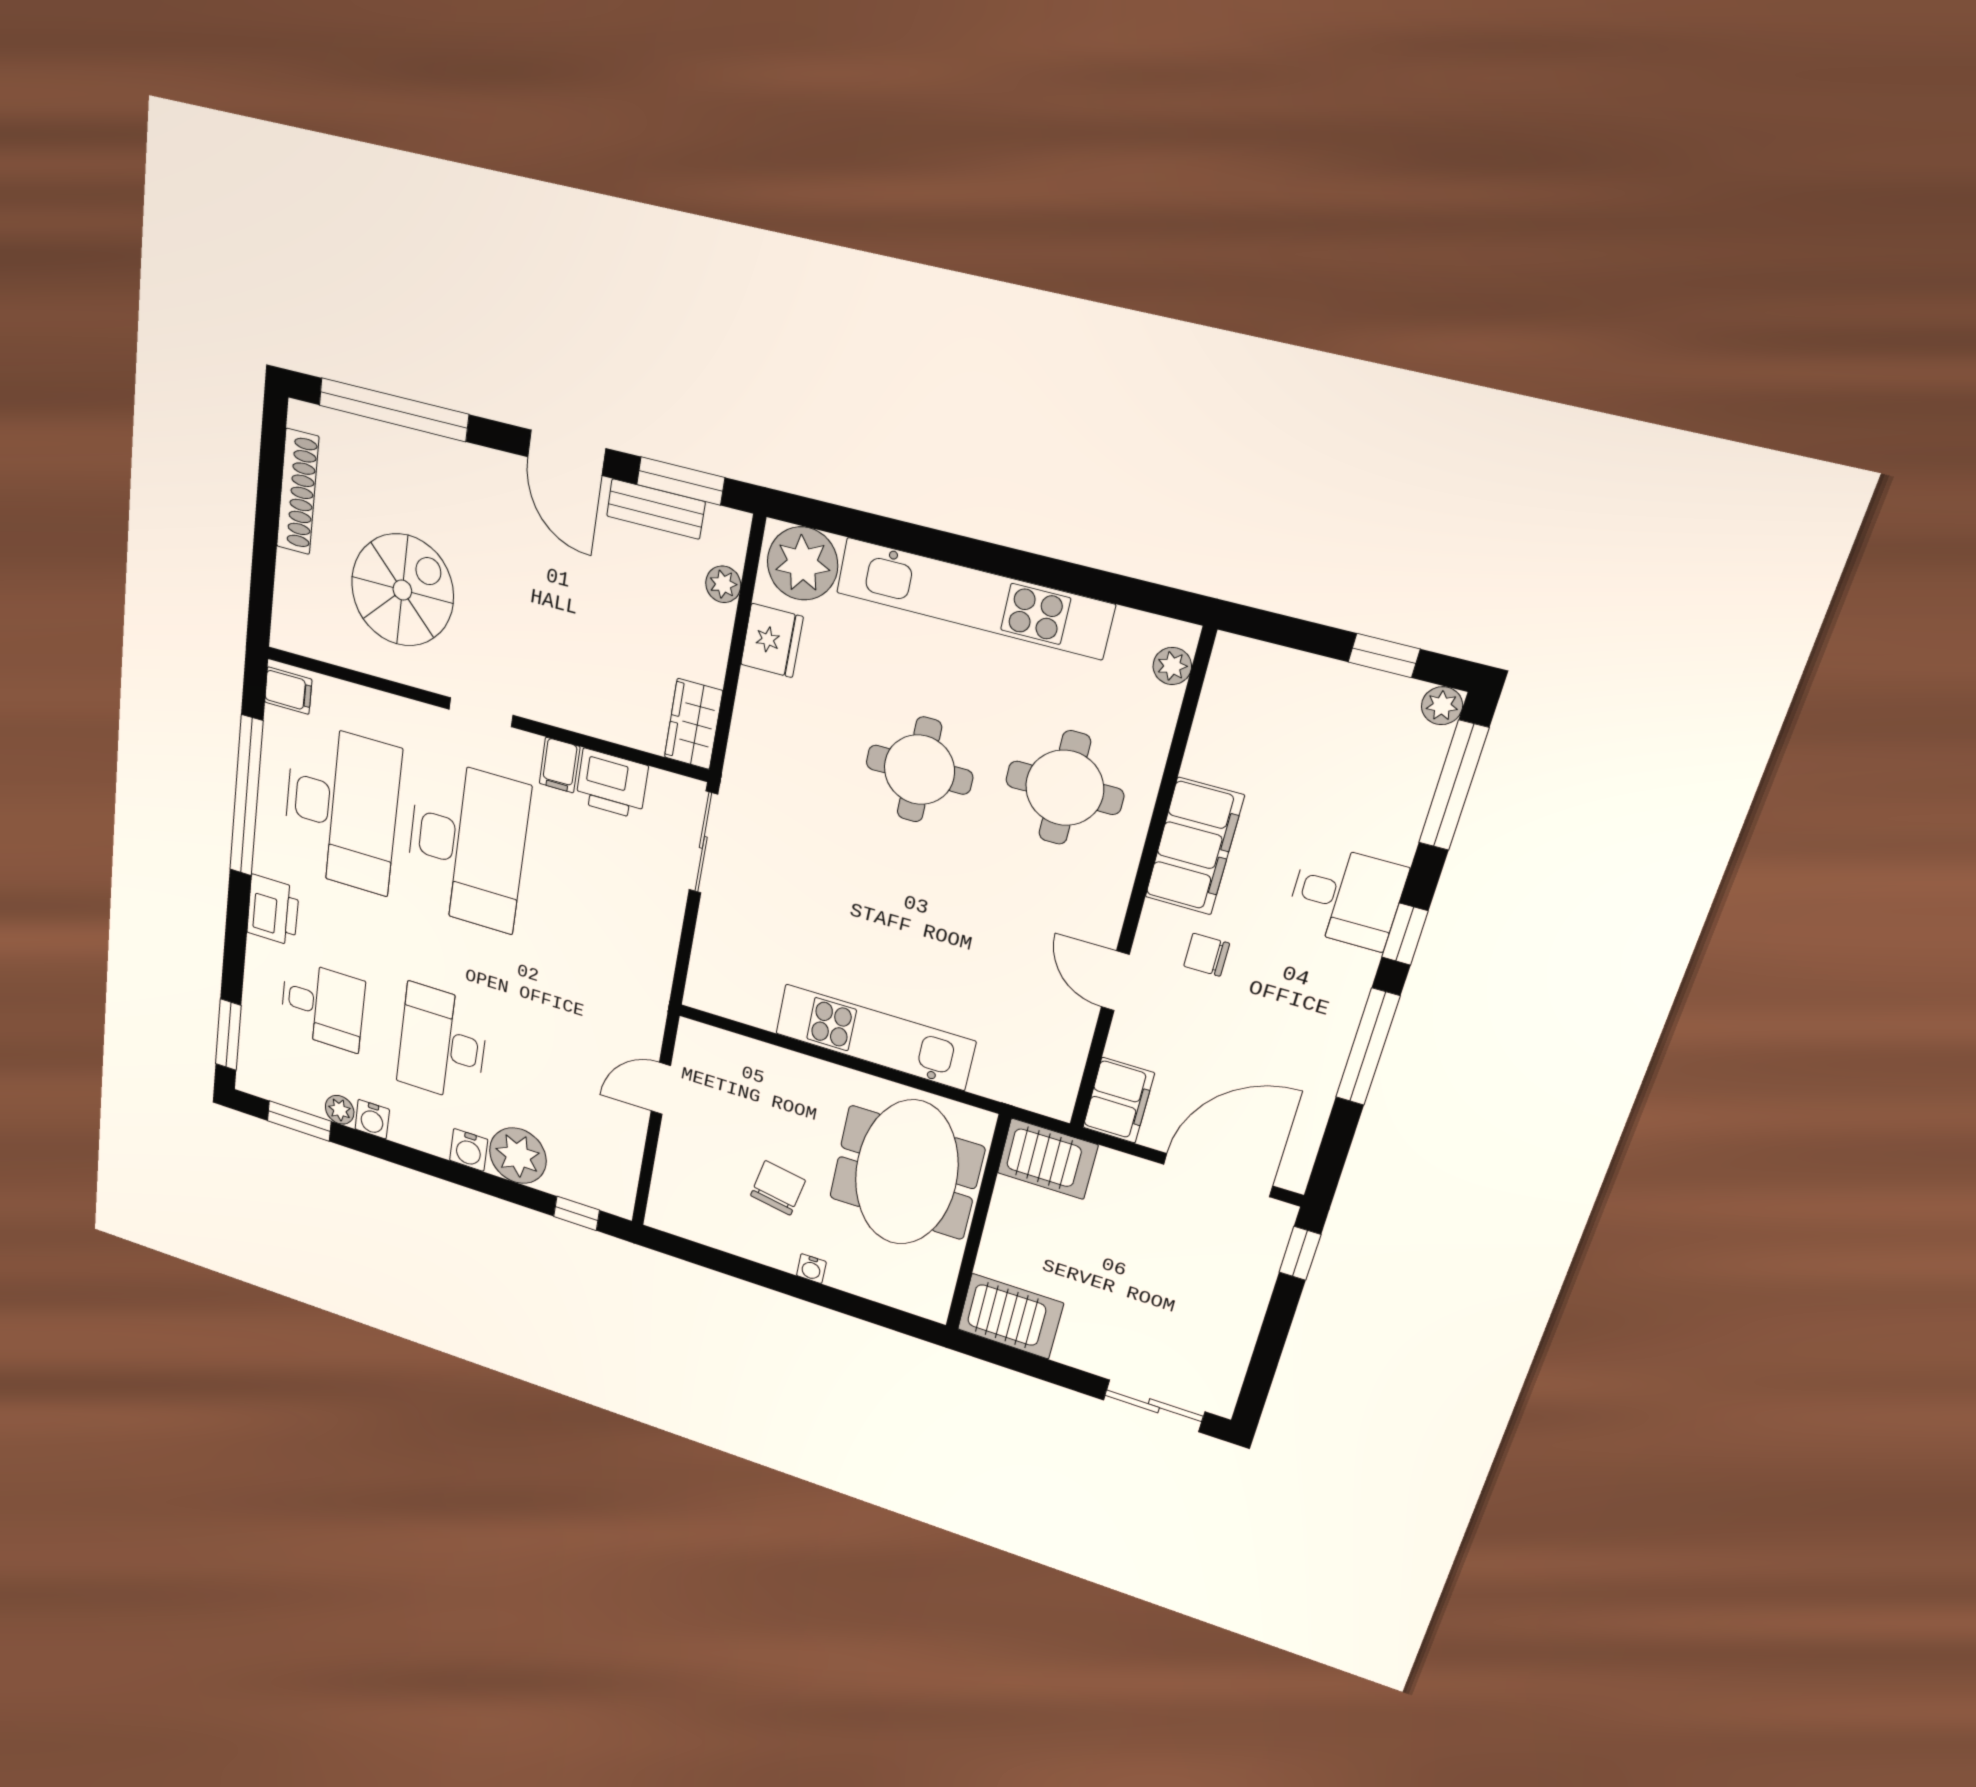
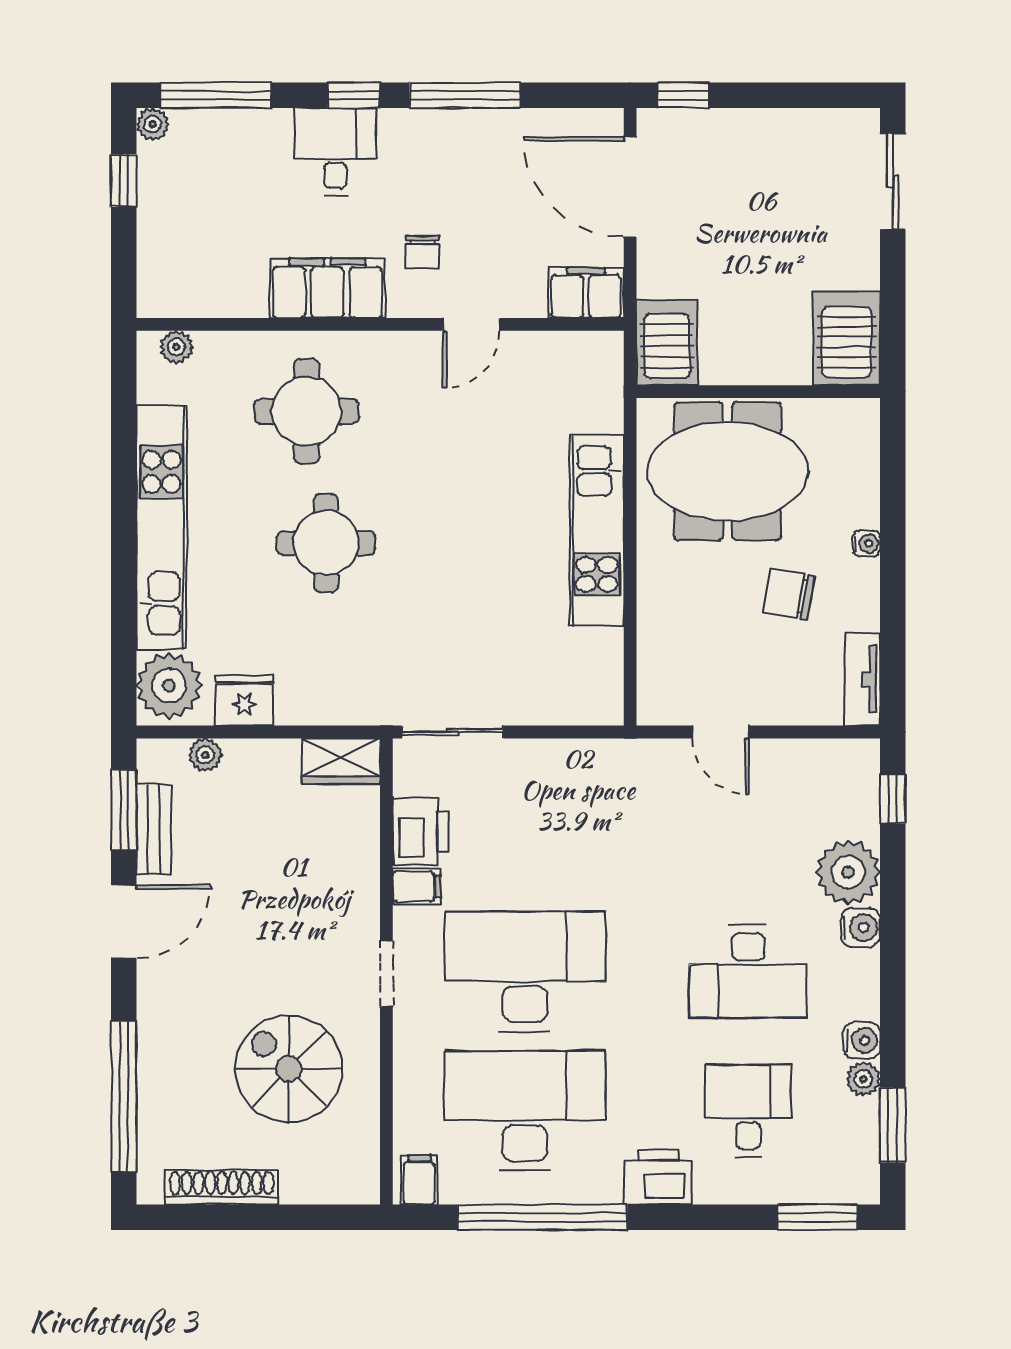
tv unit: (688, 1224) -> (862, 679), added

